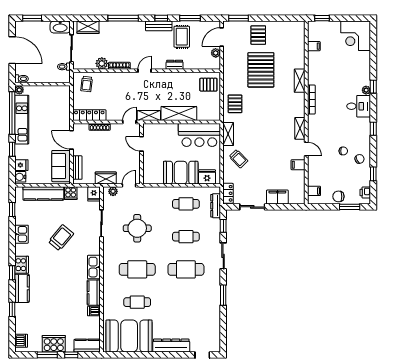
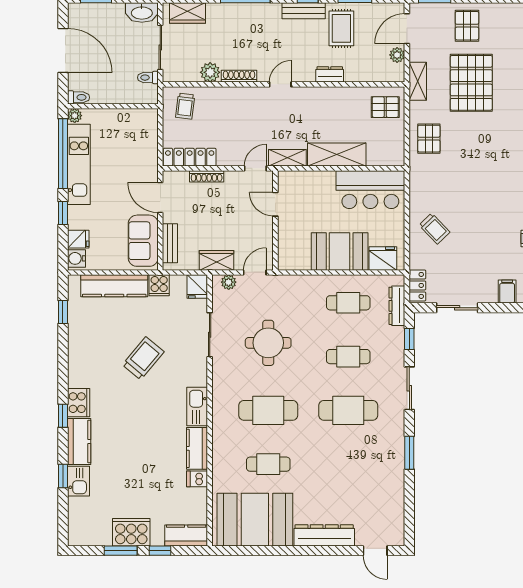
shelving: (228, 134) -> (418, 81), moved
filing cabinet: (277, 197) -> (507, 291), width x0.50
kitchen sink: (22, 234) -> (78, 481), moved
dishwasher: (21, 341) -> (78, 528), removed

